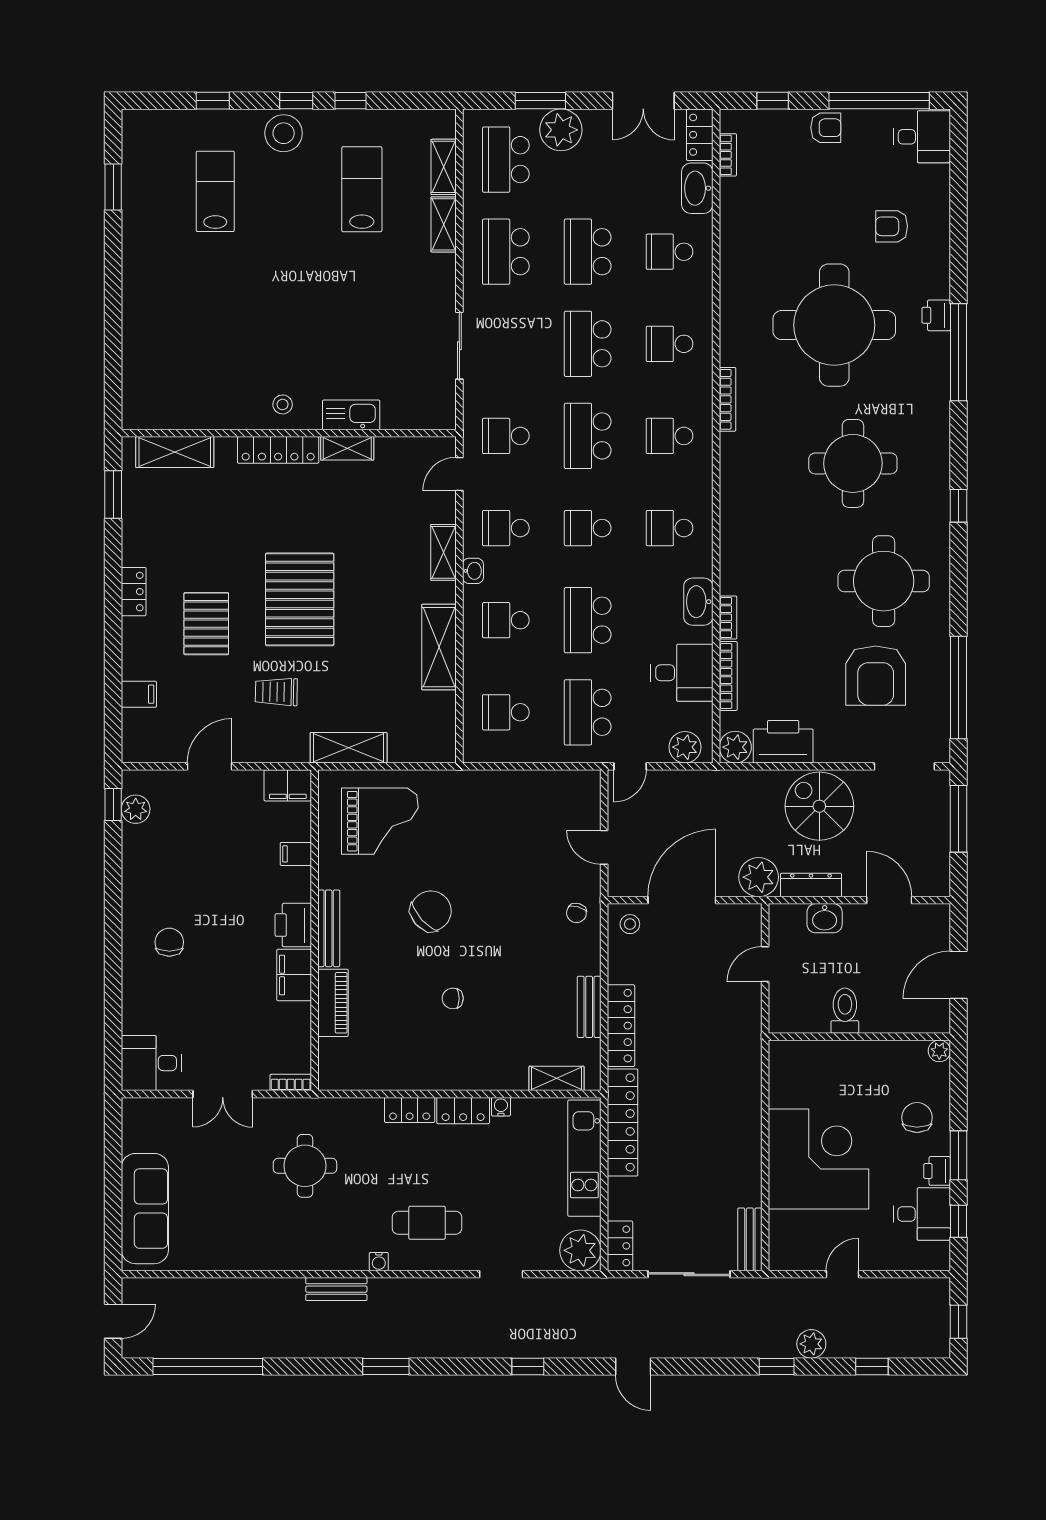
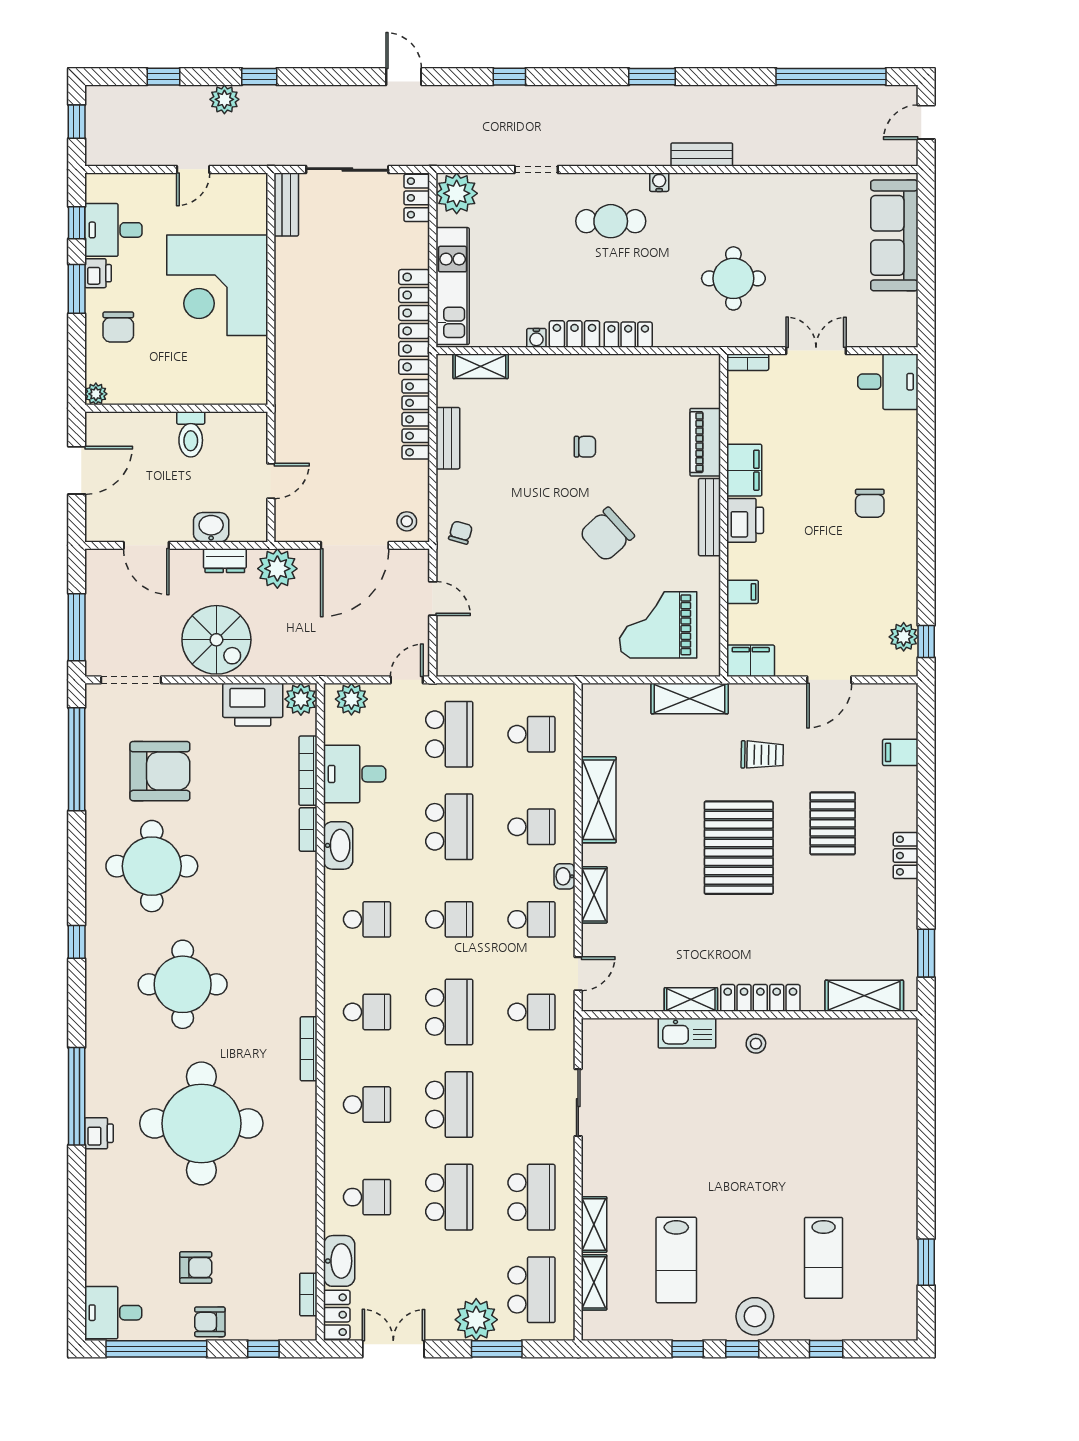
armchair: (892, 226) -> (196, 1268), moved
armchair: (876, 676) -> (160, 771), turned 90
dresser: (811, 885) -> (225, 561), width x0.70

